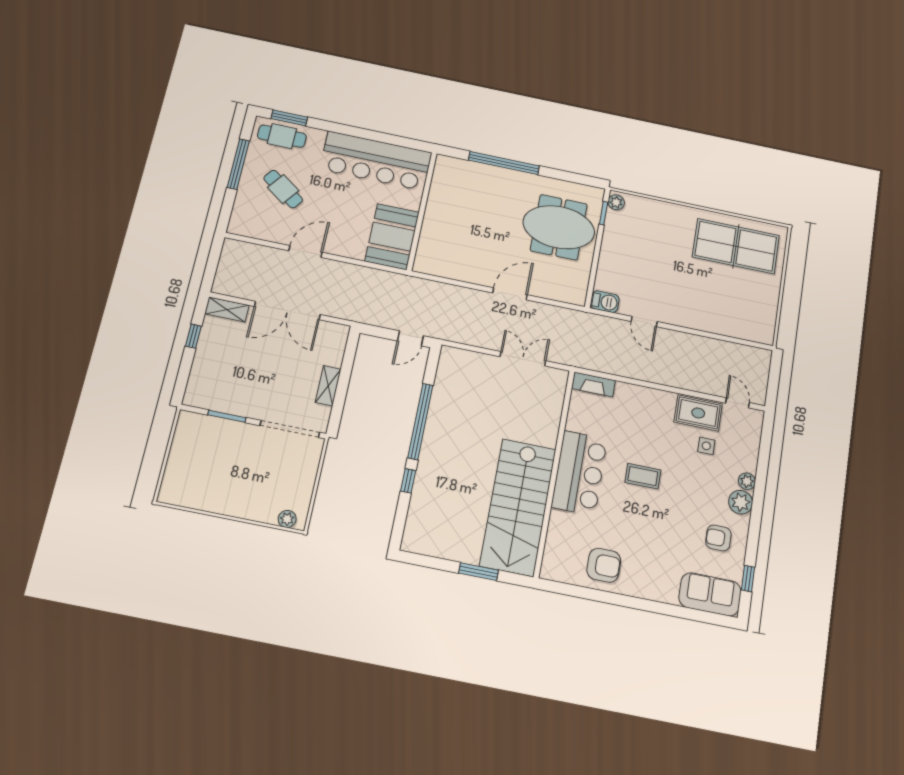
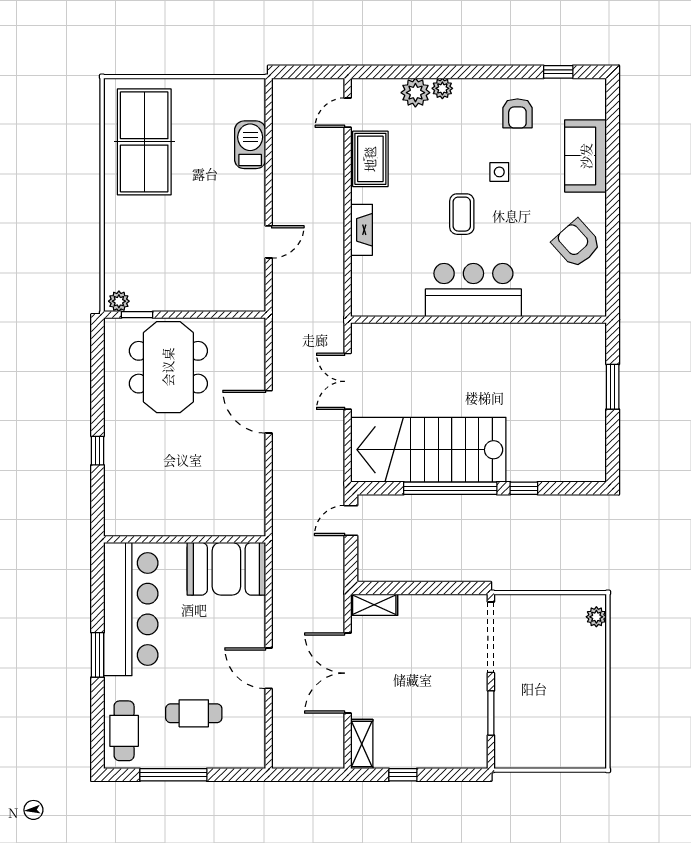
window: (289, 118) -> (97, 655), moved
window: (504, 163) -> (97, 451), width x0.32
cafe table: (283, 189) -> (194, 713), turned 54
barbecue: (605, 302) -> (250, 145), moved, width x1.38, depth x1.27
double door: (287, 310) -> (348, 673), swing flipped
door: (410, 338) -> (351, 520), swing flipped
fireplace: (593, 384) -> (362, 230), moved
shelving: (328, 386) -> (374, 605), moved
side table: (706, 446) -> (499, 172), moved
plant: (741, 502) -> (415, 93), moved
stairs: (518, 507) -> (428, 450), moved, turned 180
armchair: (604, 565) -> (576, 244), turned -42
sofa: (710, 594) -> (586, 156), moved

